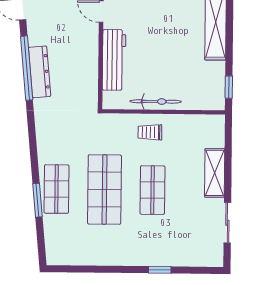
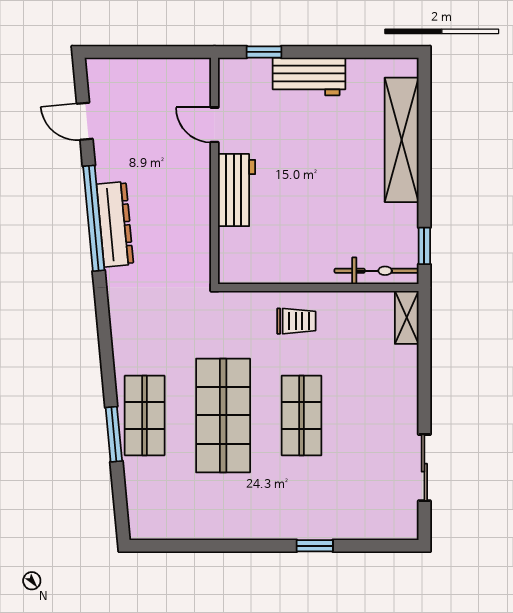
workbench: (114, 60) -> (237, 190), width x0.73
bicycle: (156, 101) -> (377, 271), moved
trolley: (150, 132) -> (296, 321), turned 180
shelving: (215, 173) -> (407, 317), moved, width x0.67, depth x0.75

